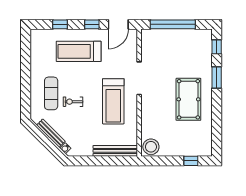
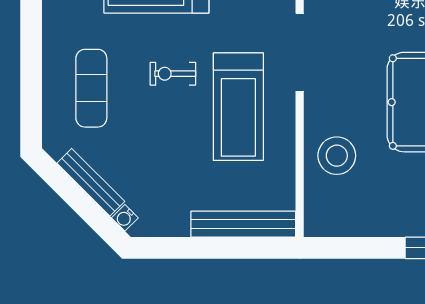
exercise bike: (73, 102) -> (173, 74), moved
stool: (151, 147) -> (337, 156), moved

